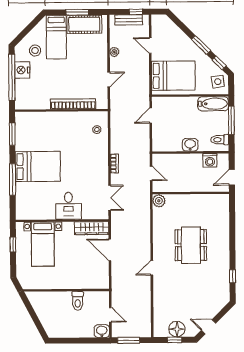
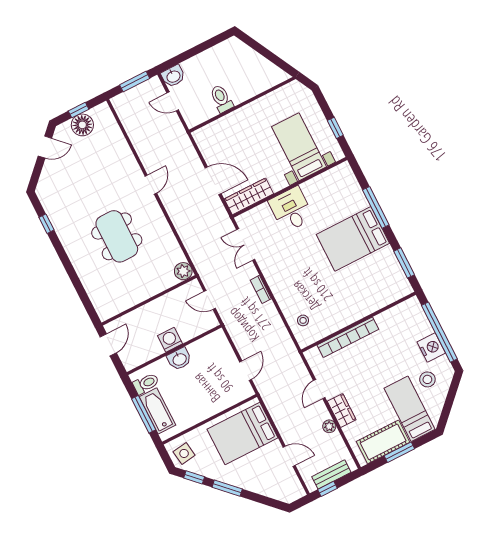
wardrobe: (101, 58) -> (342, 410), added
bathtub: (213, 104) -> (157, 411), moved, turned 90
washing machine: (210, 160) -> (170, 340), moved

